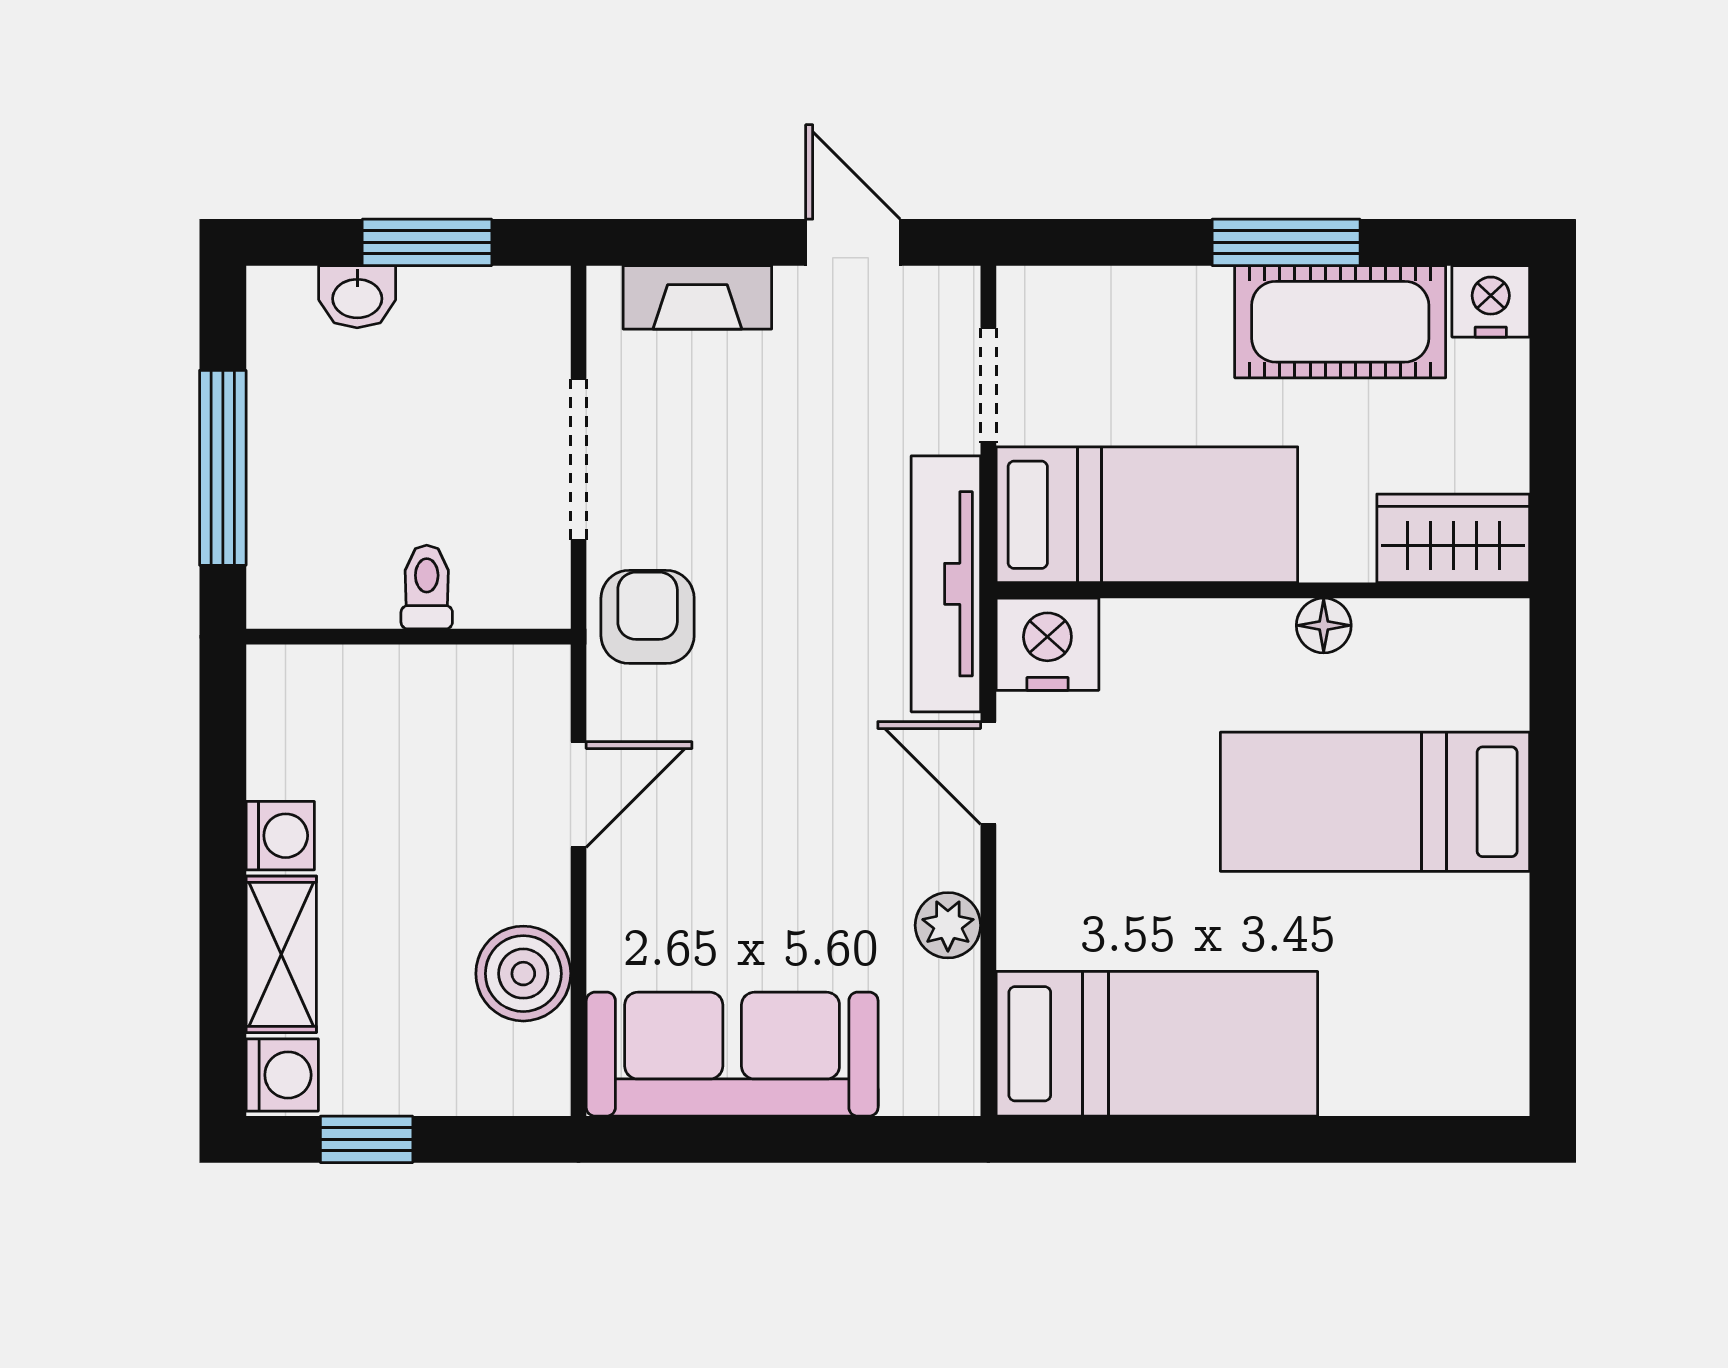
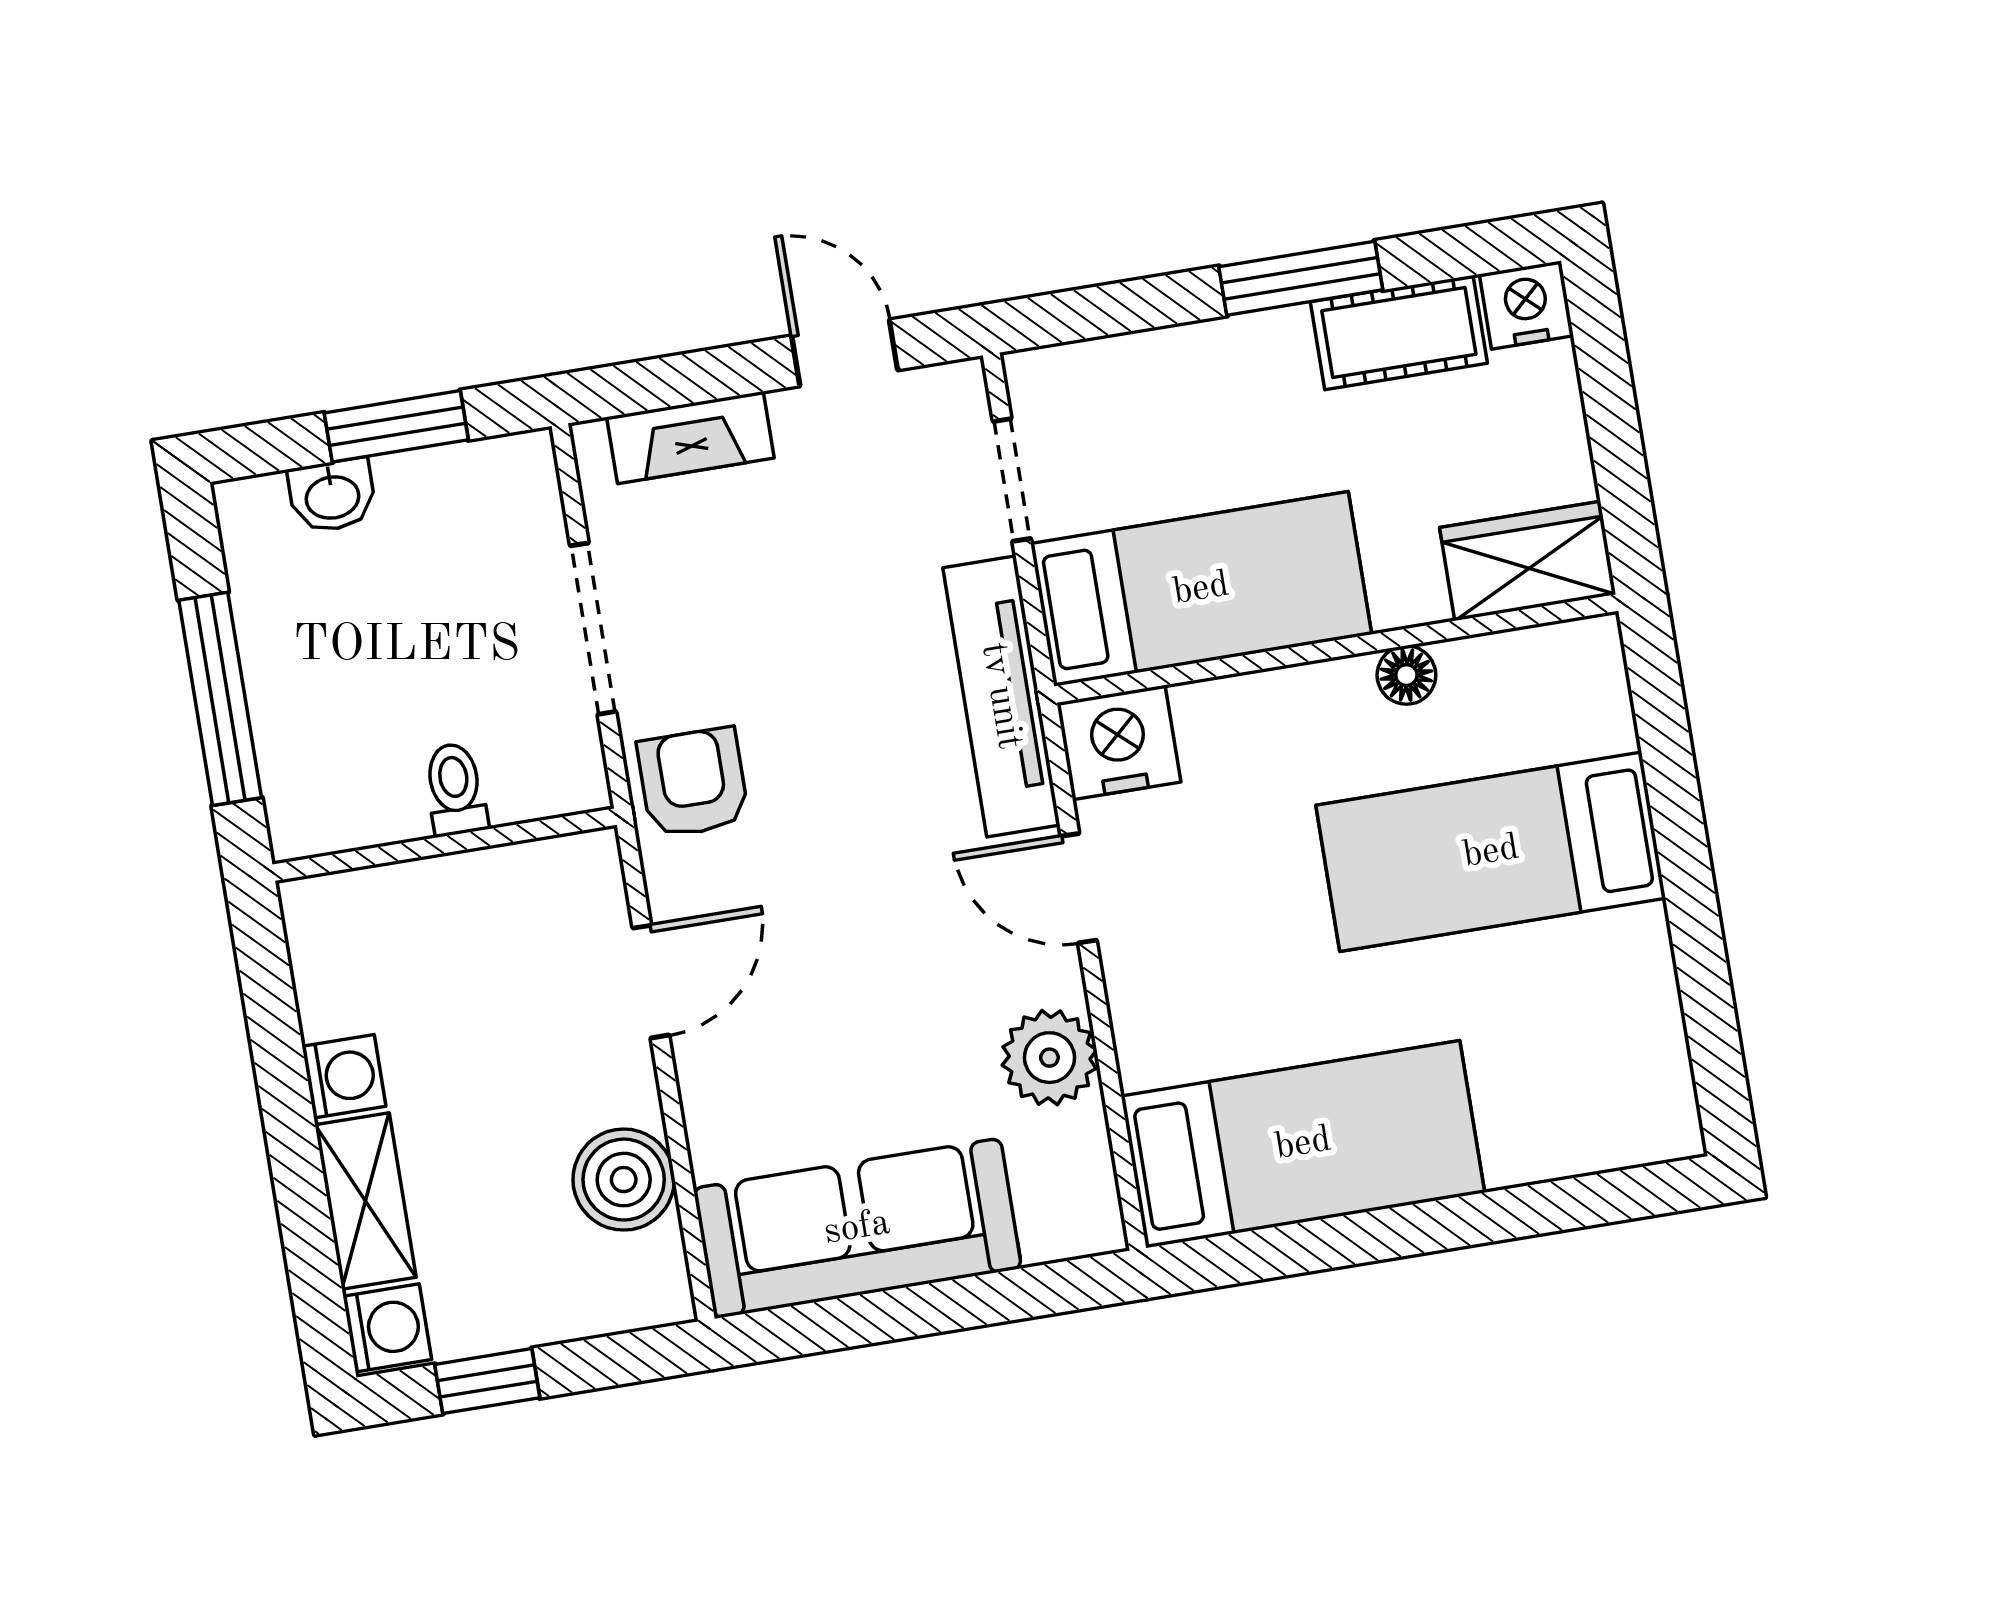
cot: (1340, 322) -> (1399, 333), width x0.73, depth x0.75
plant: (948, 925) -> (1050, 1058), width x1.38, depth x1.38

